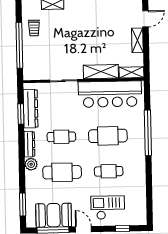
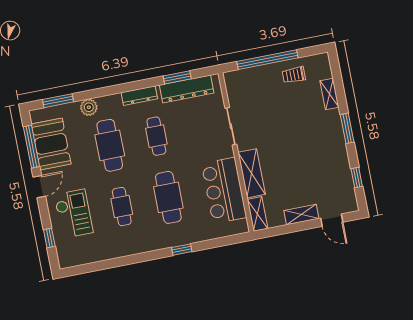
bar counter: (110, 94) -> (224, 191), width x0.73
window: (148, 133) -> (182, 250), width x0.32
plant: (31, 164) -> (89, 107), moved

